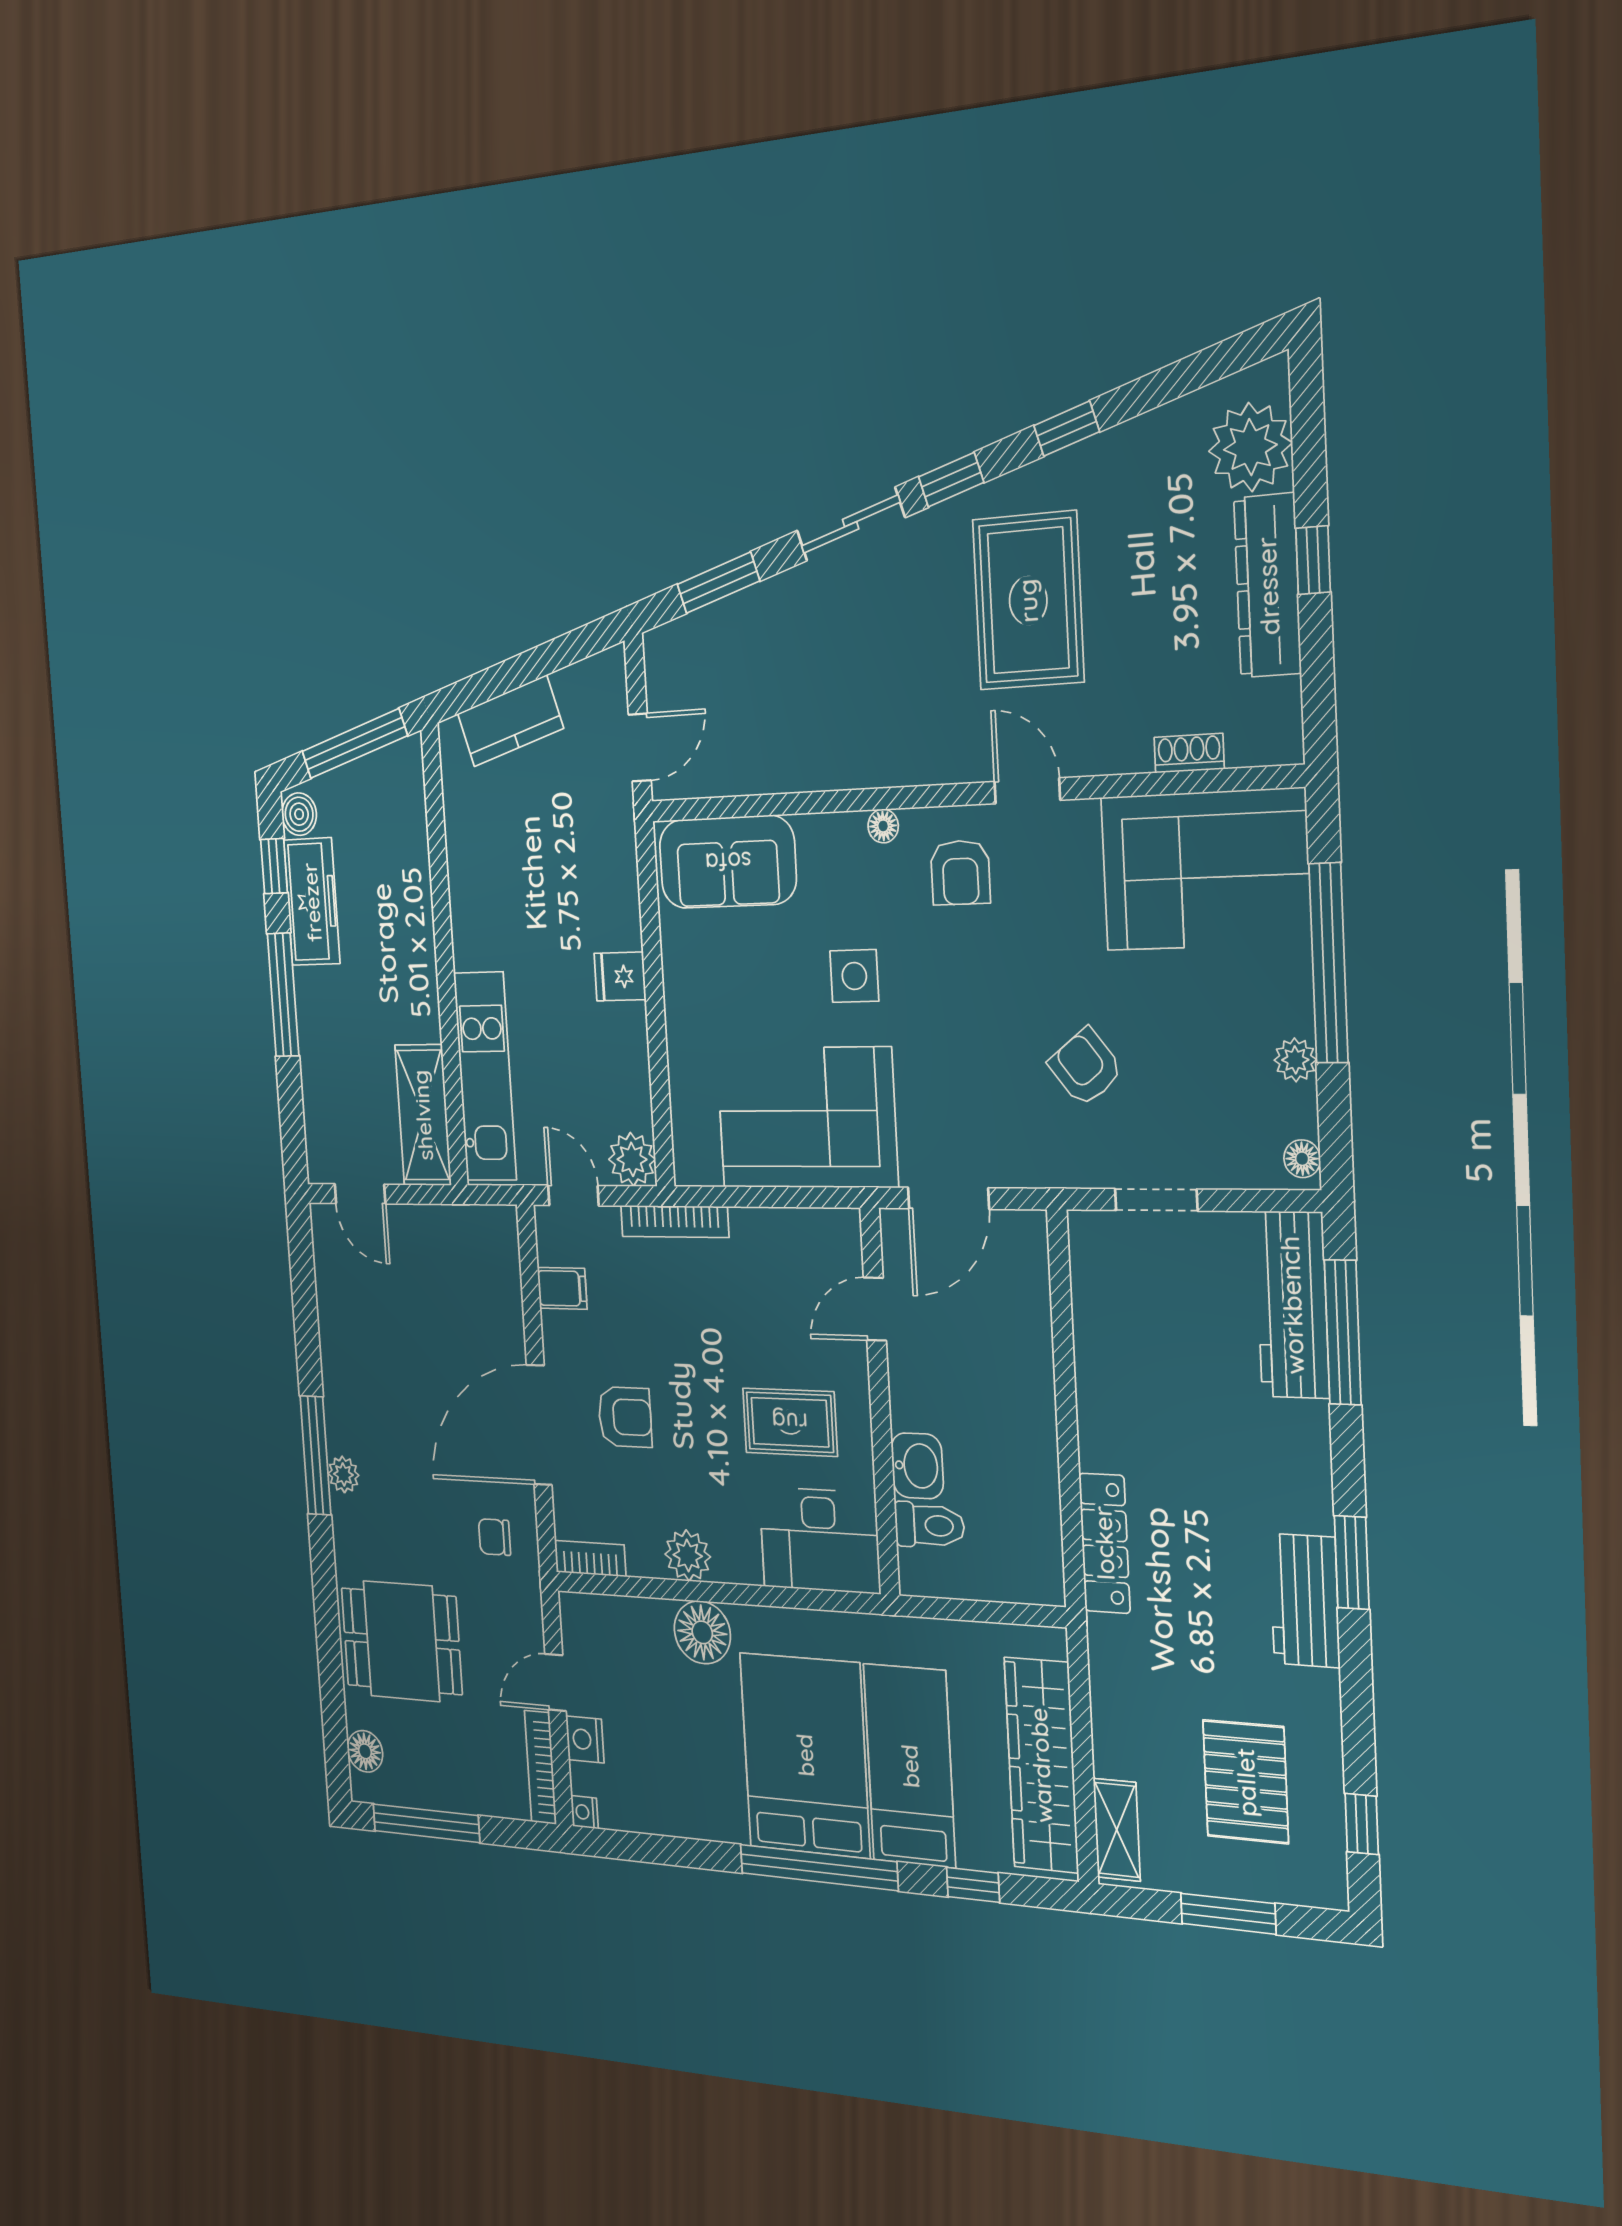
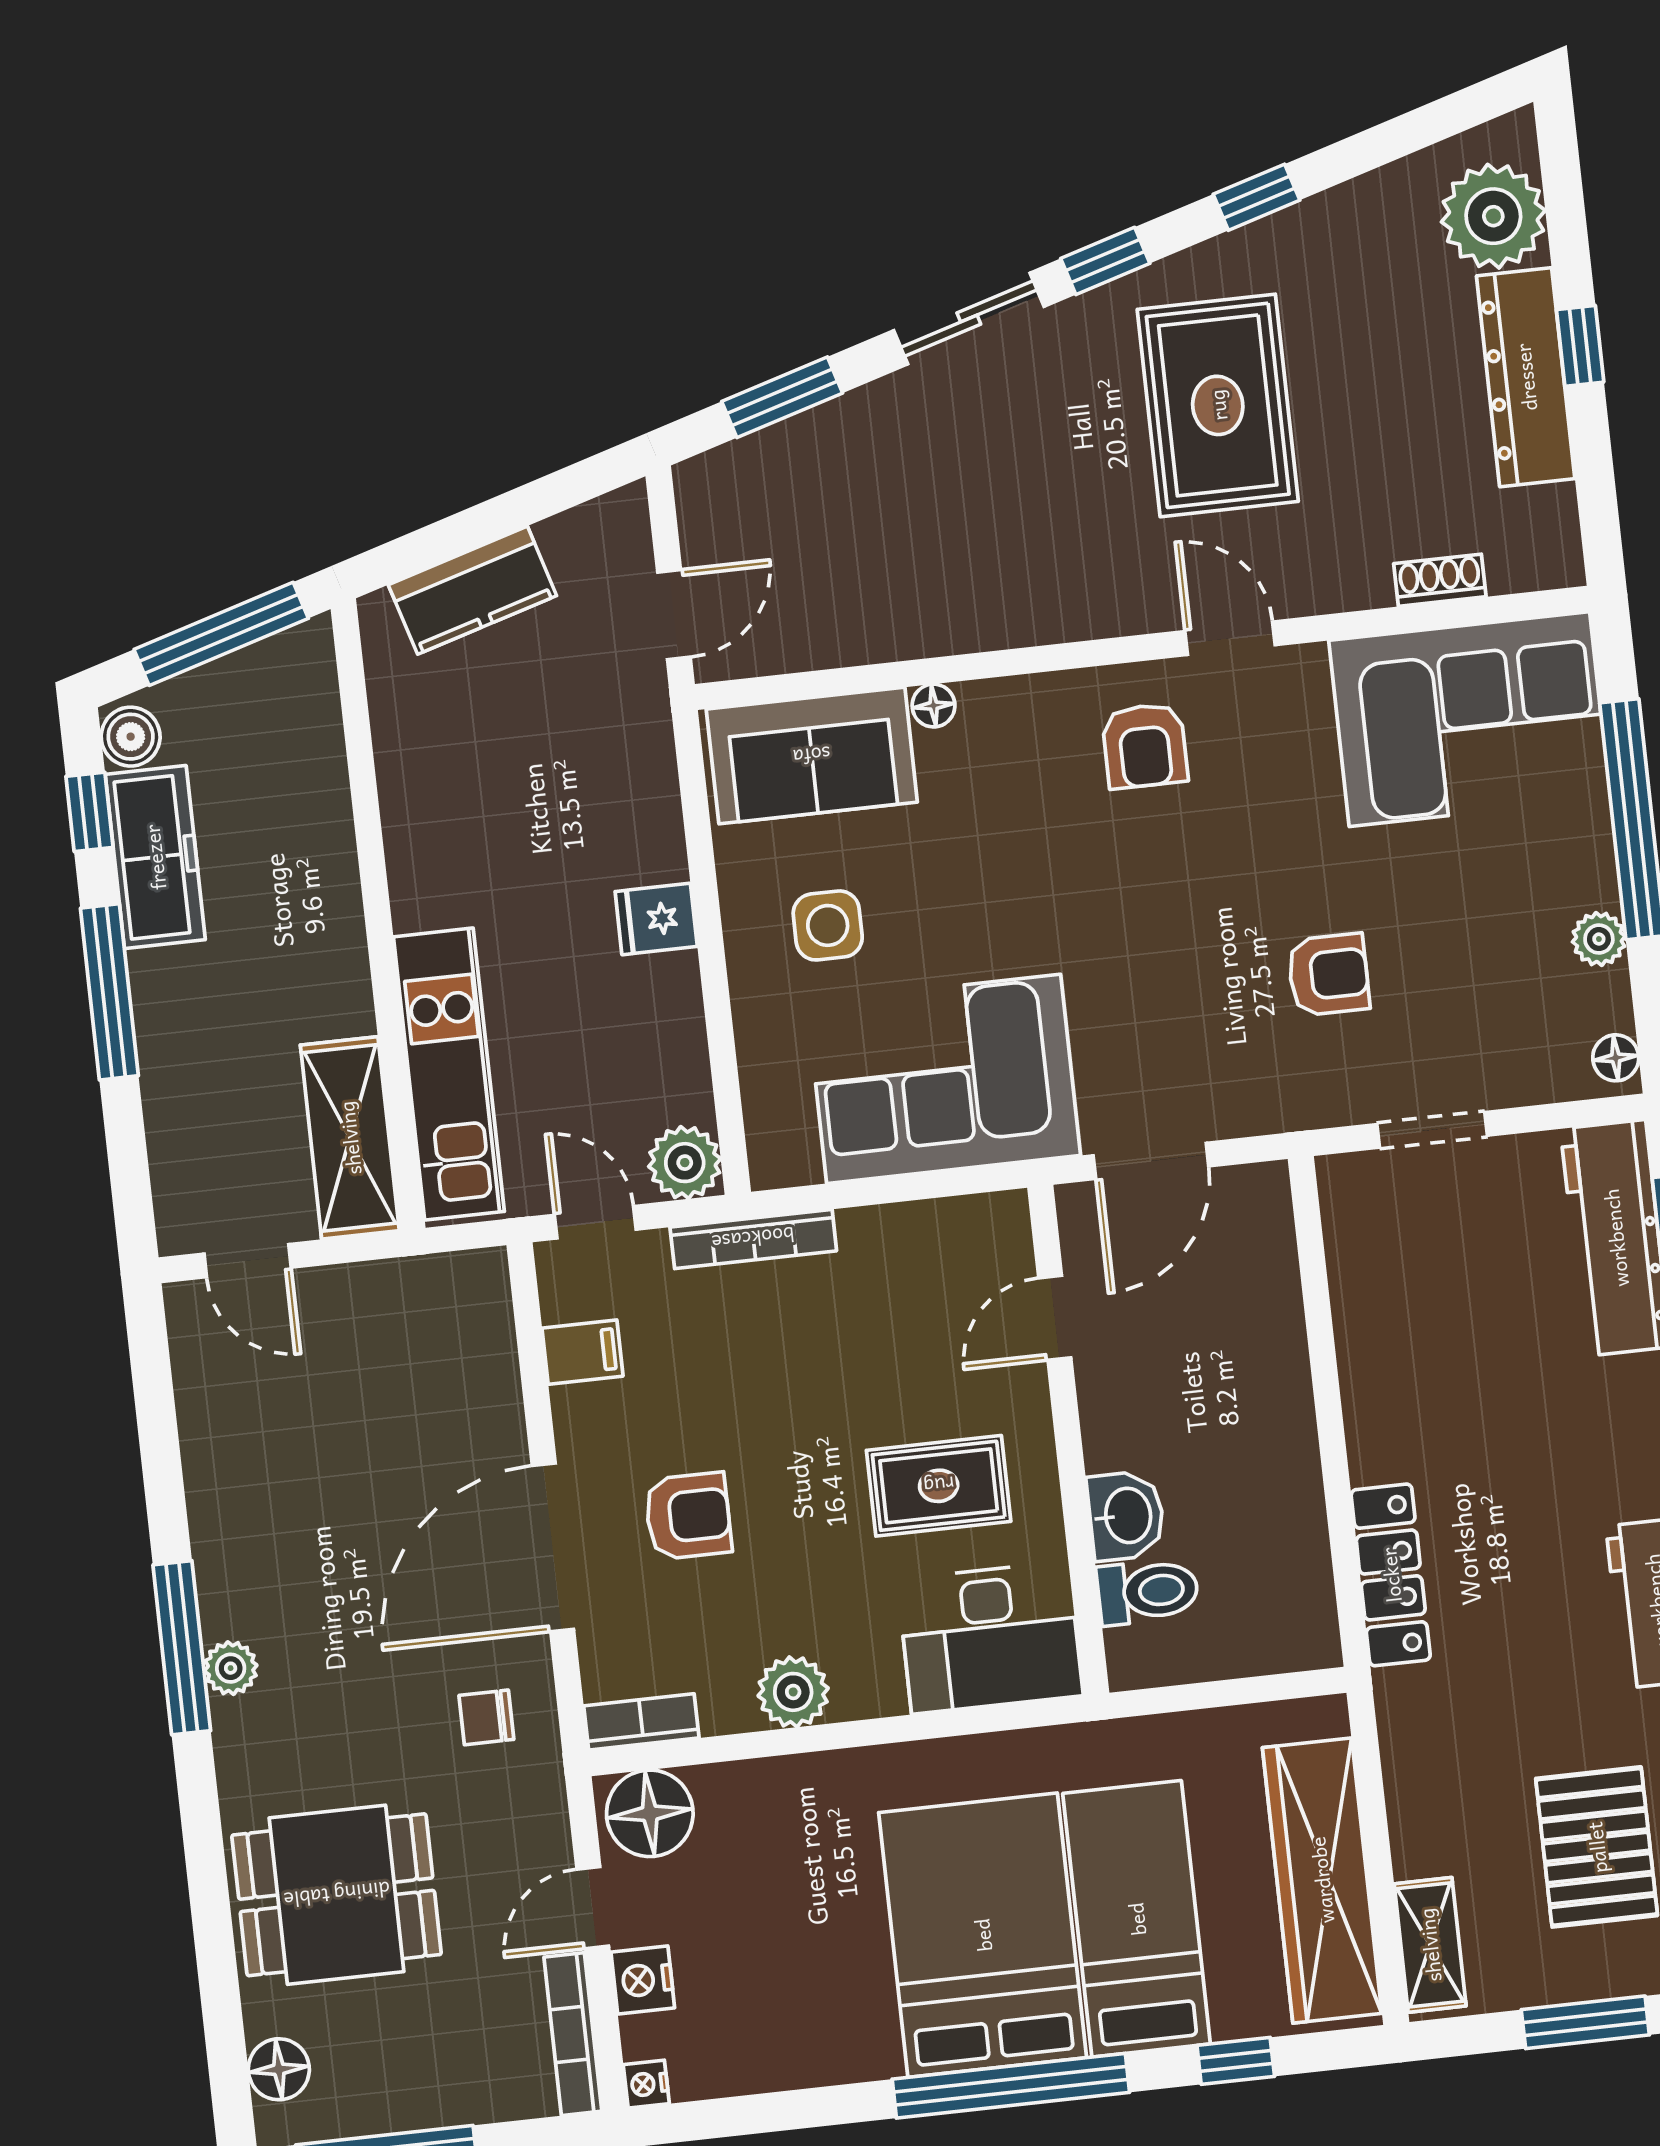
floor lamp: (883, 826) -> (934, 706), moved
side table: (854, 976) -> (828, 925), moved
armchair: (1086, 1067) -> (1328, 975), turned 128
floor lamp: (702, 1632) -> (650, 1813), moved

